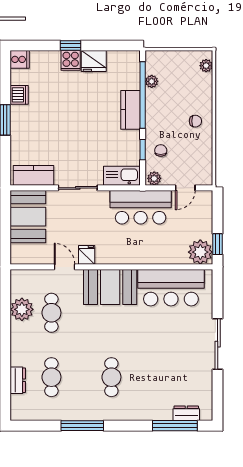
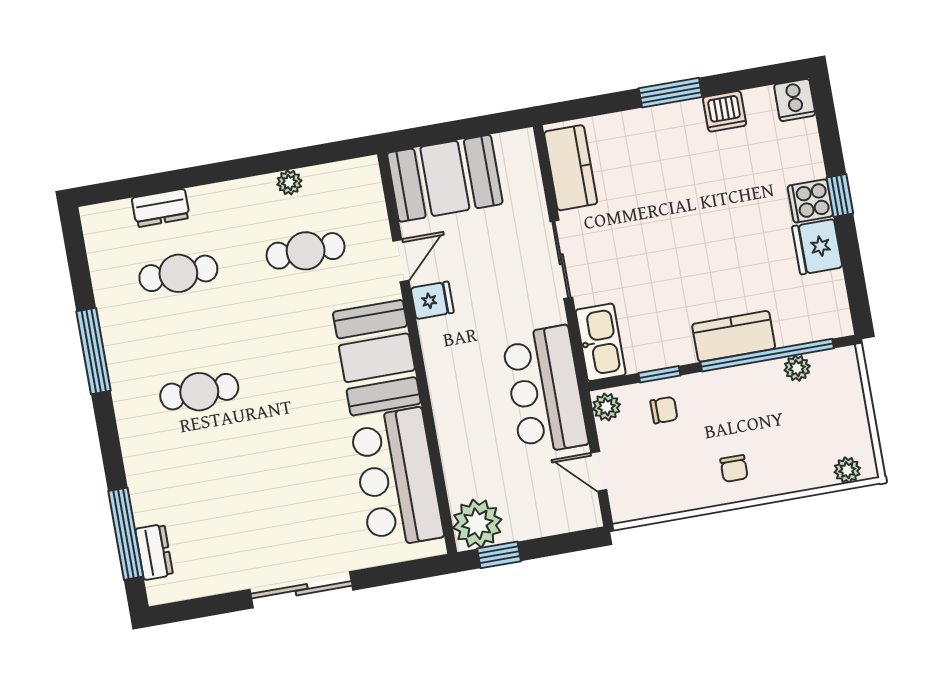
booth: (28, 217) -> (445, 178), moved
plant: (22, 309) -> (289, 182), width x0.53, depth x0.53

